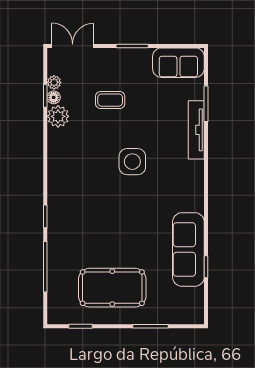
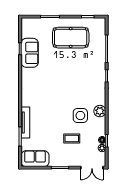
plant: (58, 116) -> (100, 111), moved
side table: (132, 162) -> (80, 116), moved
sofa: (188, 249) -> (30, 53), width x0.73

